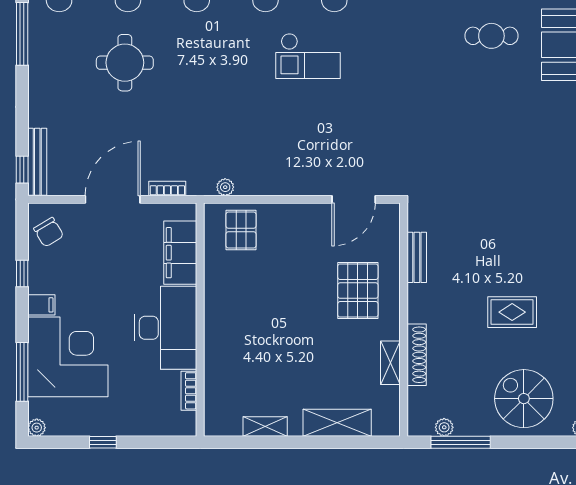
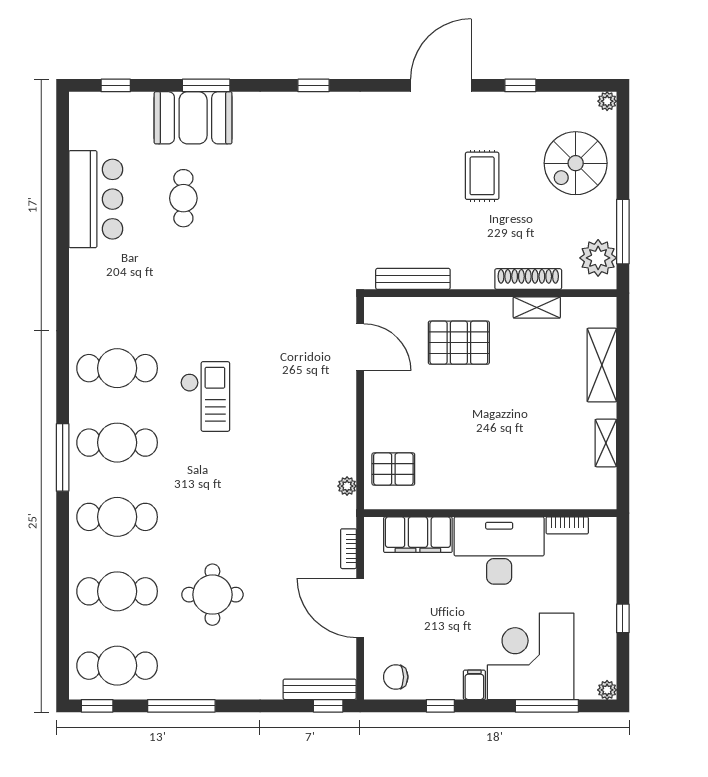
chair: (49, 232) -> (396, 677), turned -149
bench: (417, 257) -> (413, 279), width x1.36
plant: (444, 427) -> (598, 258), width x1.88, depth x1.88

